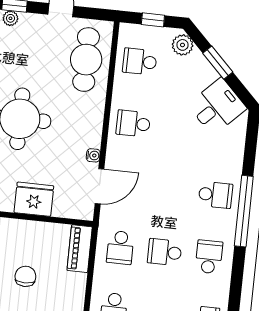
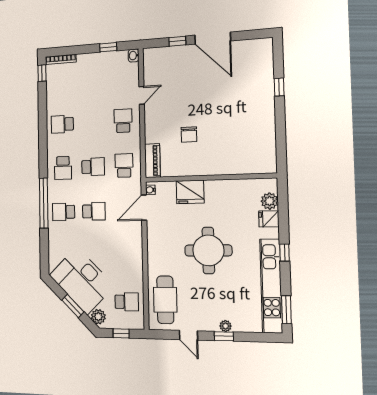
desk: (217, 107) -> (82, 280), width x1.87, depth x1.30
school desk: (133, 123) -> (94, 211), moved
water cooler: (93, 155) -> (150, 190), moved

